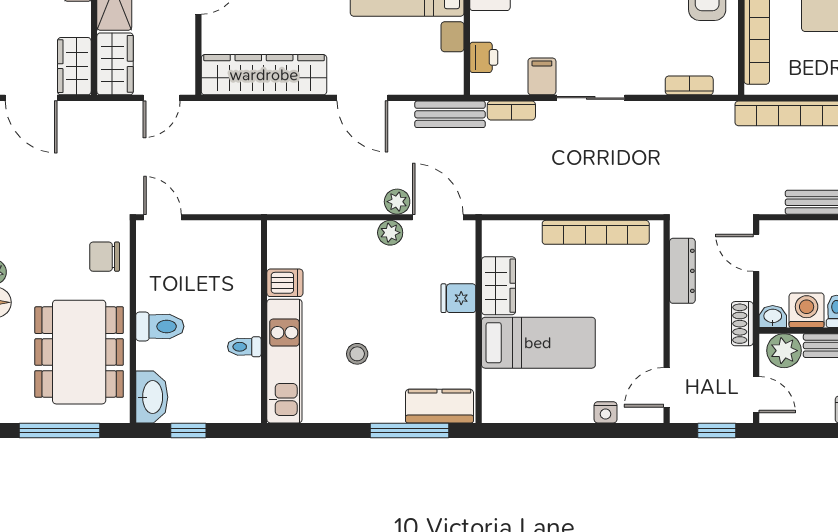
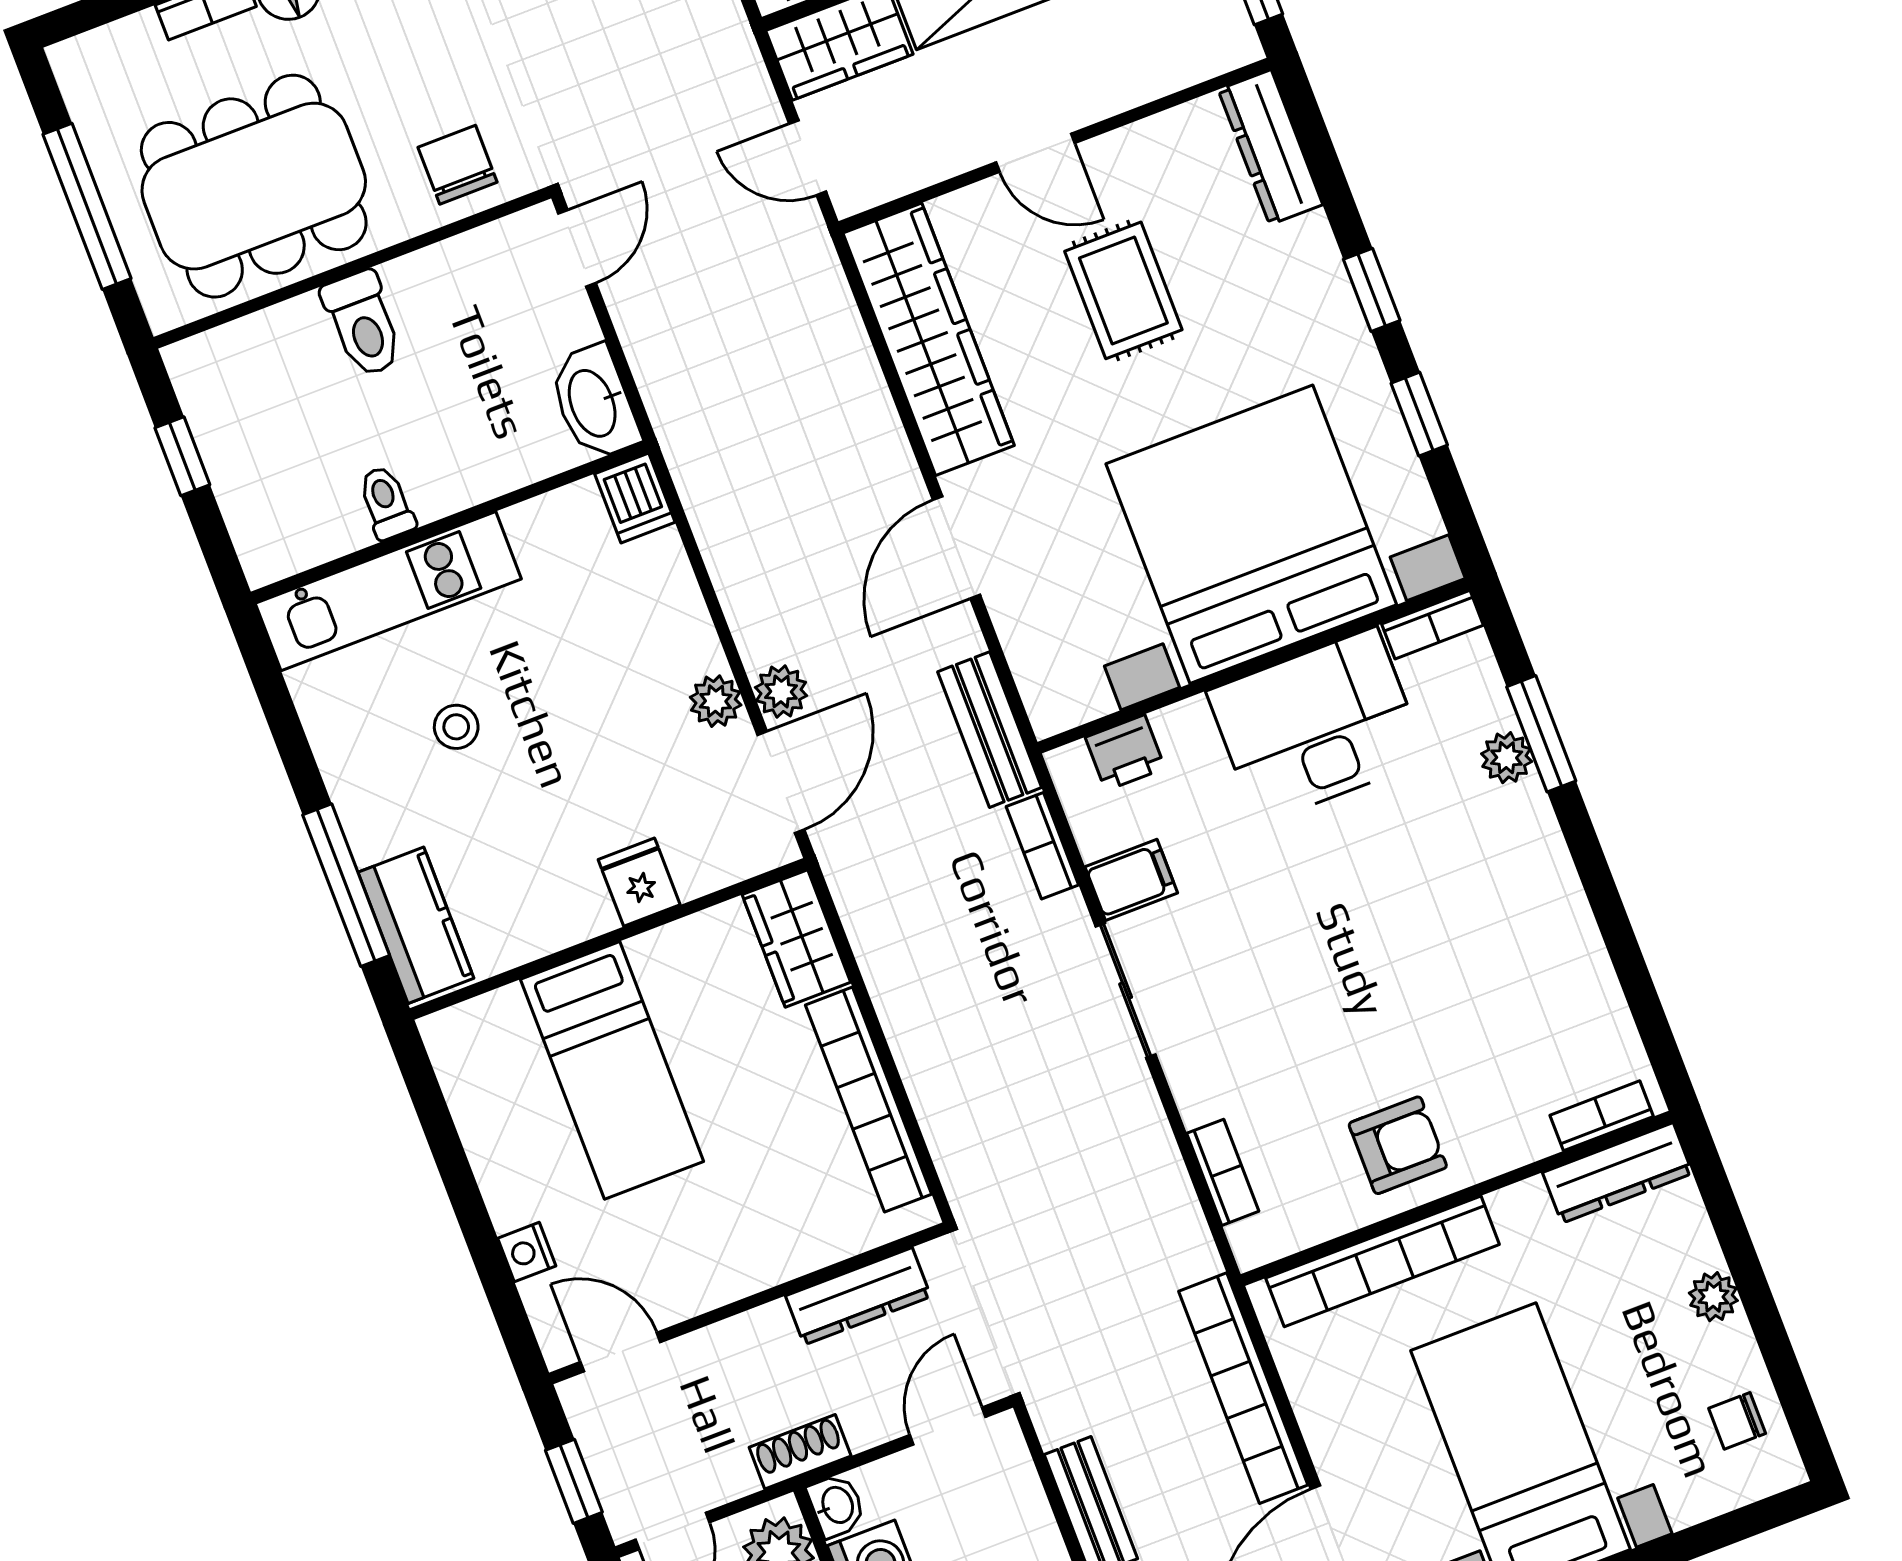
dishwasher: (285, 283) -> (635, 498), moved
wardrobe: (499, 286) -> (796, 938), moved, turned 90
washbasin: (152, 397) -> (594, 403), moved, turned 90

